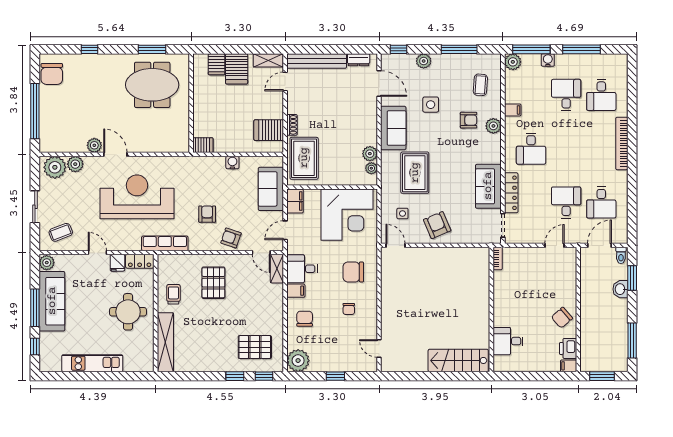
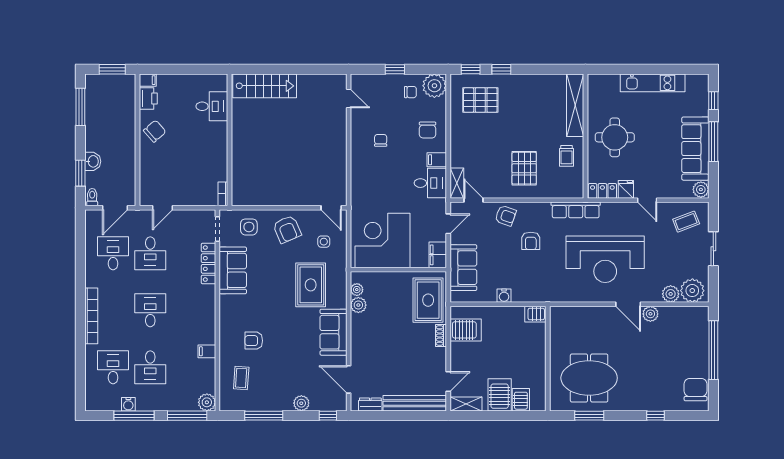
water cooler: (548, 60) -> (128, 404), moved
side table: (431, 105) -> (249, 227), moved
plant: (493, 126) -> (227, 334), removed
desk: (531, 149) -> (150, 310), moved
chair: (353, 272) -> (410, 92), moved, width x0.54, depth x0.54

